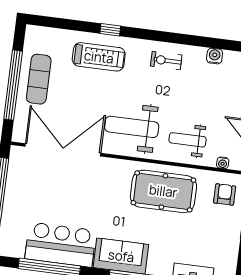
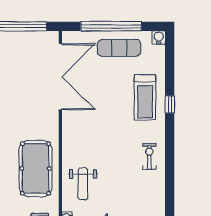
water cooler: (215, 56) -> (159, 37), moved, turned -90
weight bench: (132, 127) -> (88, 134), removed
weight bench: (188, 140) -> (83, 184), turned 180

